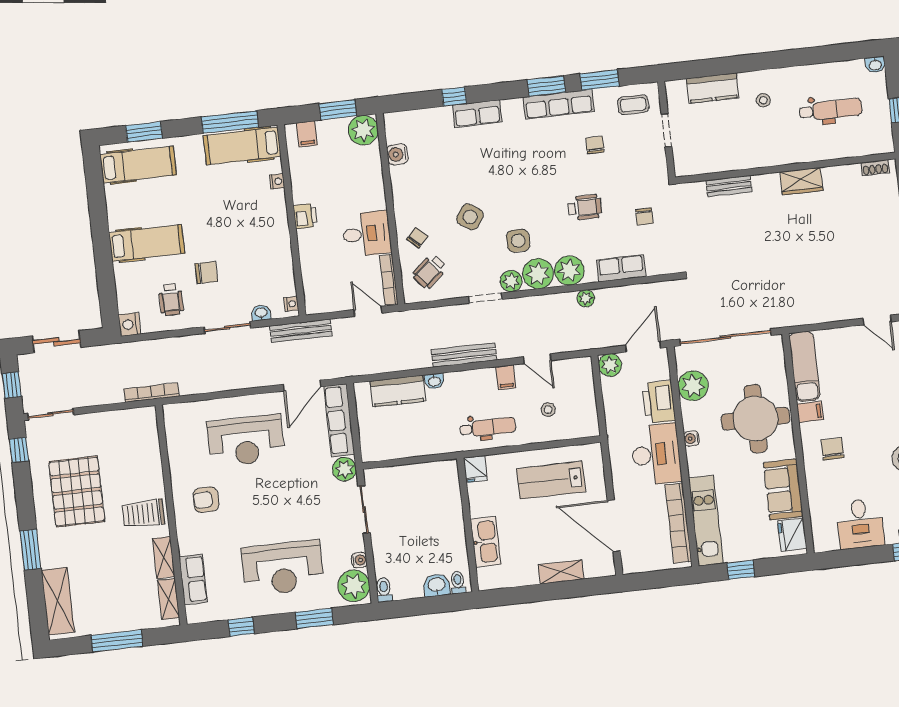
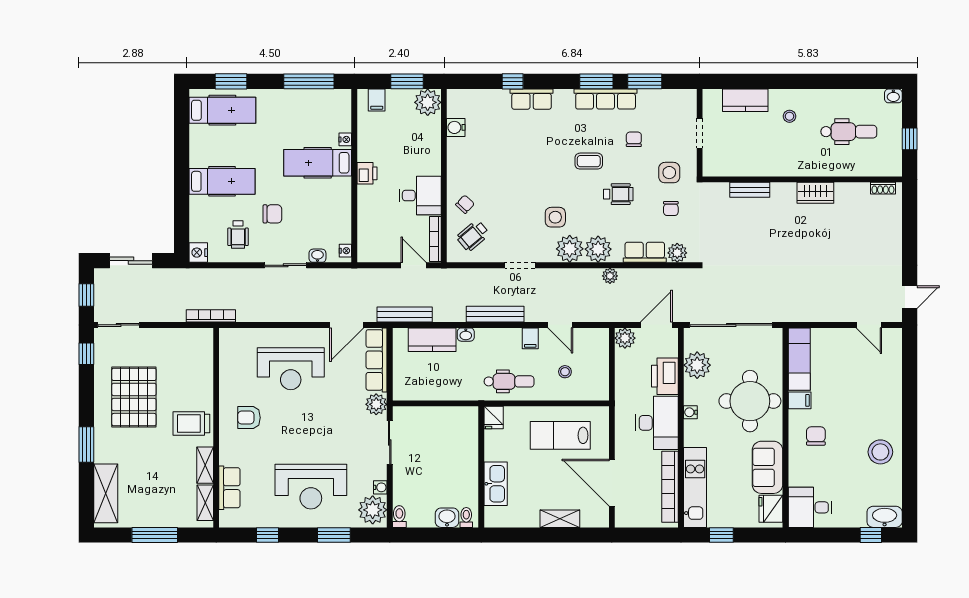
coffee table: (633, 105) -> (589, 161), moved
hospital bed: (242, 146) -> (318, 163), moved
side table: (470, 217) -> (669, 173), moved, turned -34
plant: (511, 281) -> (677, 253), moved
bench: (301, 331) -> (405, 315), moved
desk: (860, 524) -> (810, 507), moved, turned 90

